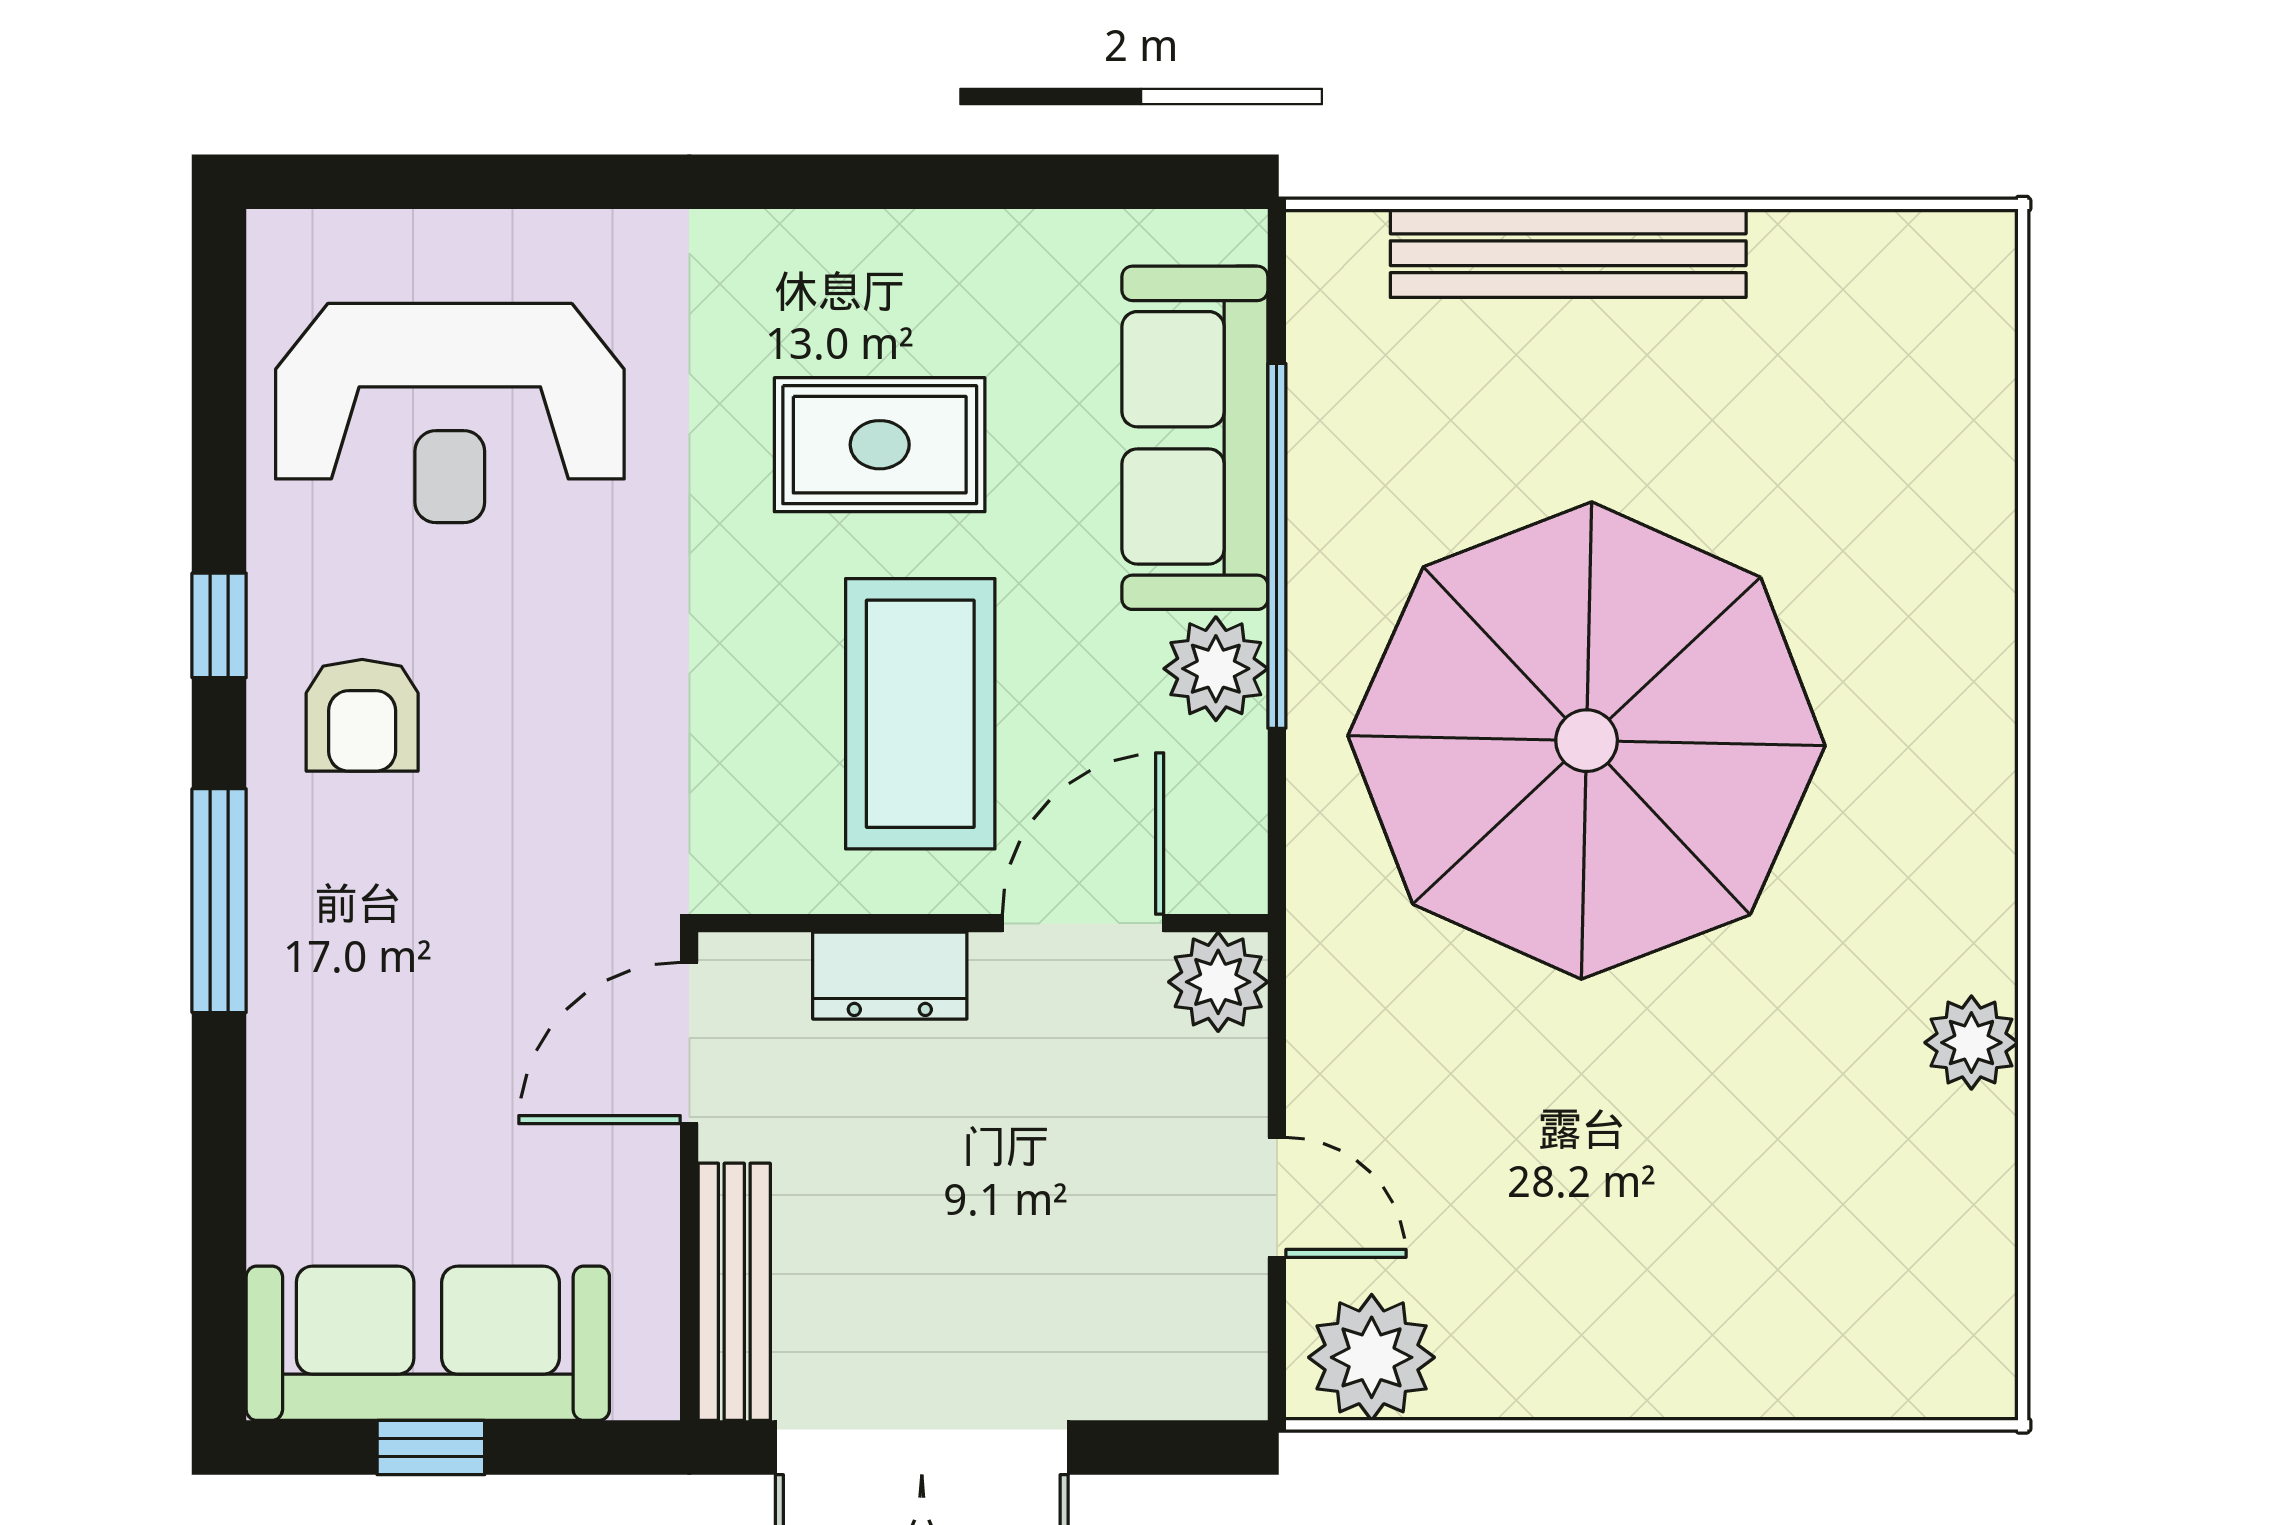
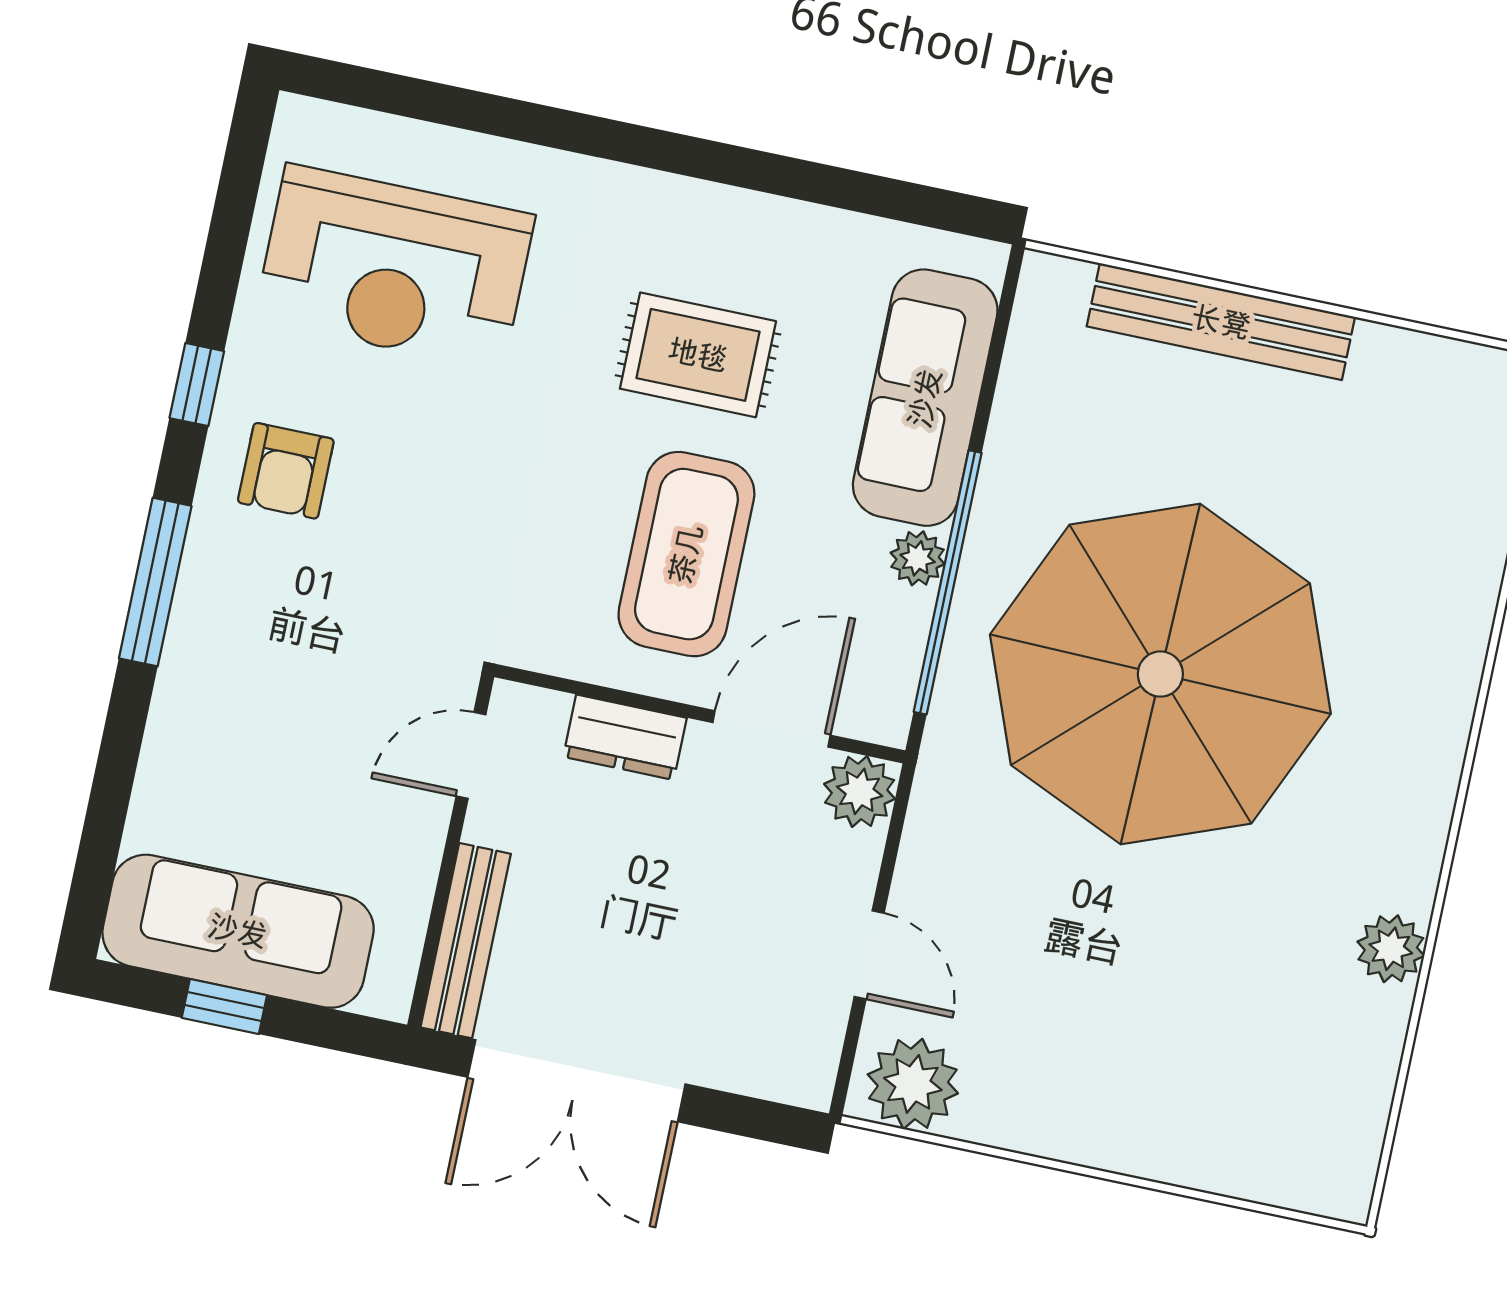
window: (1277, 546) -> (948, 582), moved
plant: (1216, 669) -> (918, 558), width x0.73, depth x0.73
door: (689, 1043) -> (471, 755), width x0.73

